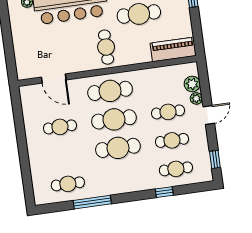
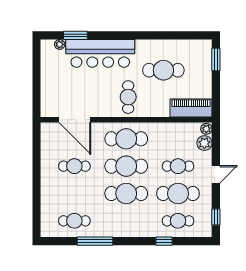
door: (54, 78) -> (75, 120), width x1.36
plant: (196, 98) -> (206, 129), moved
cafe table: (172, 140) -> (178, 193), width x1.37, depth x1.35

